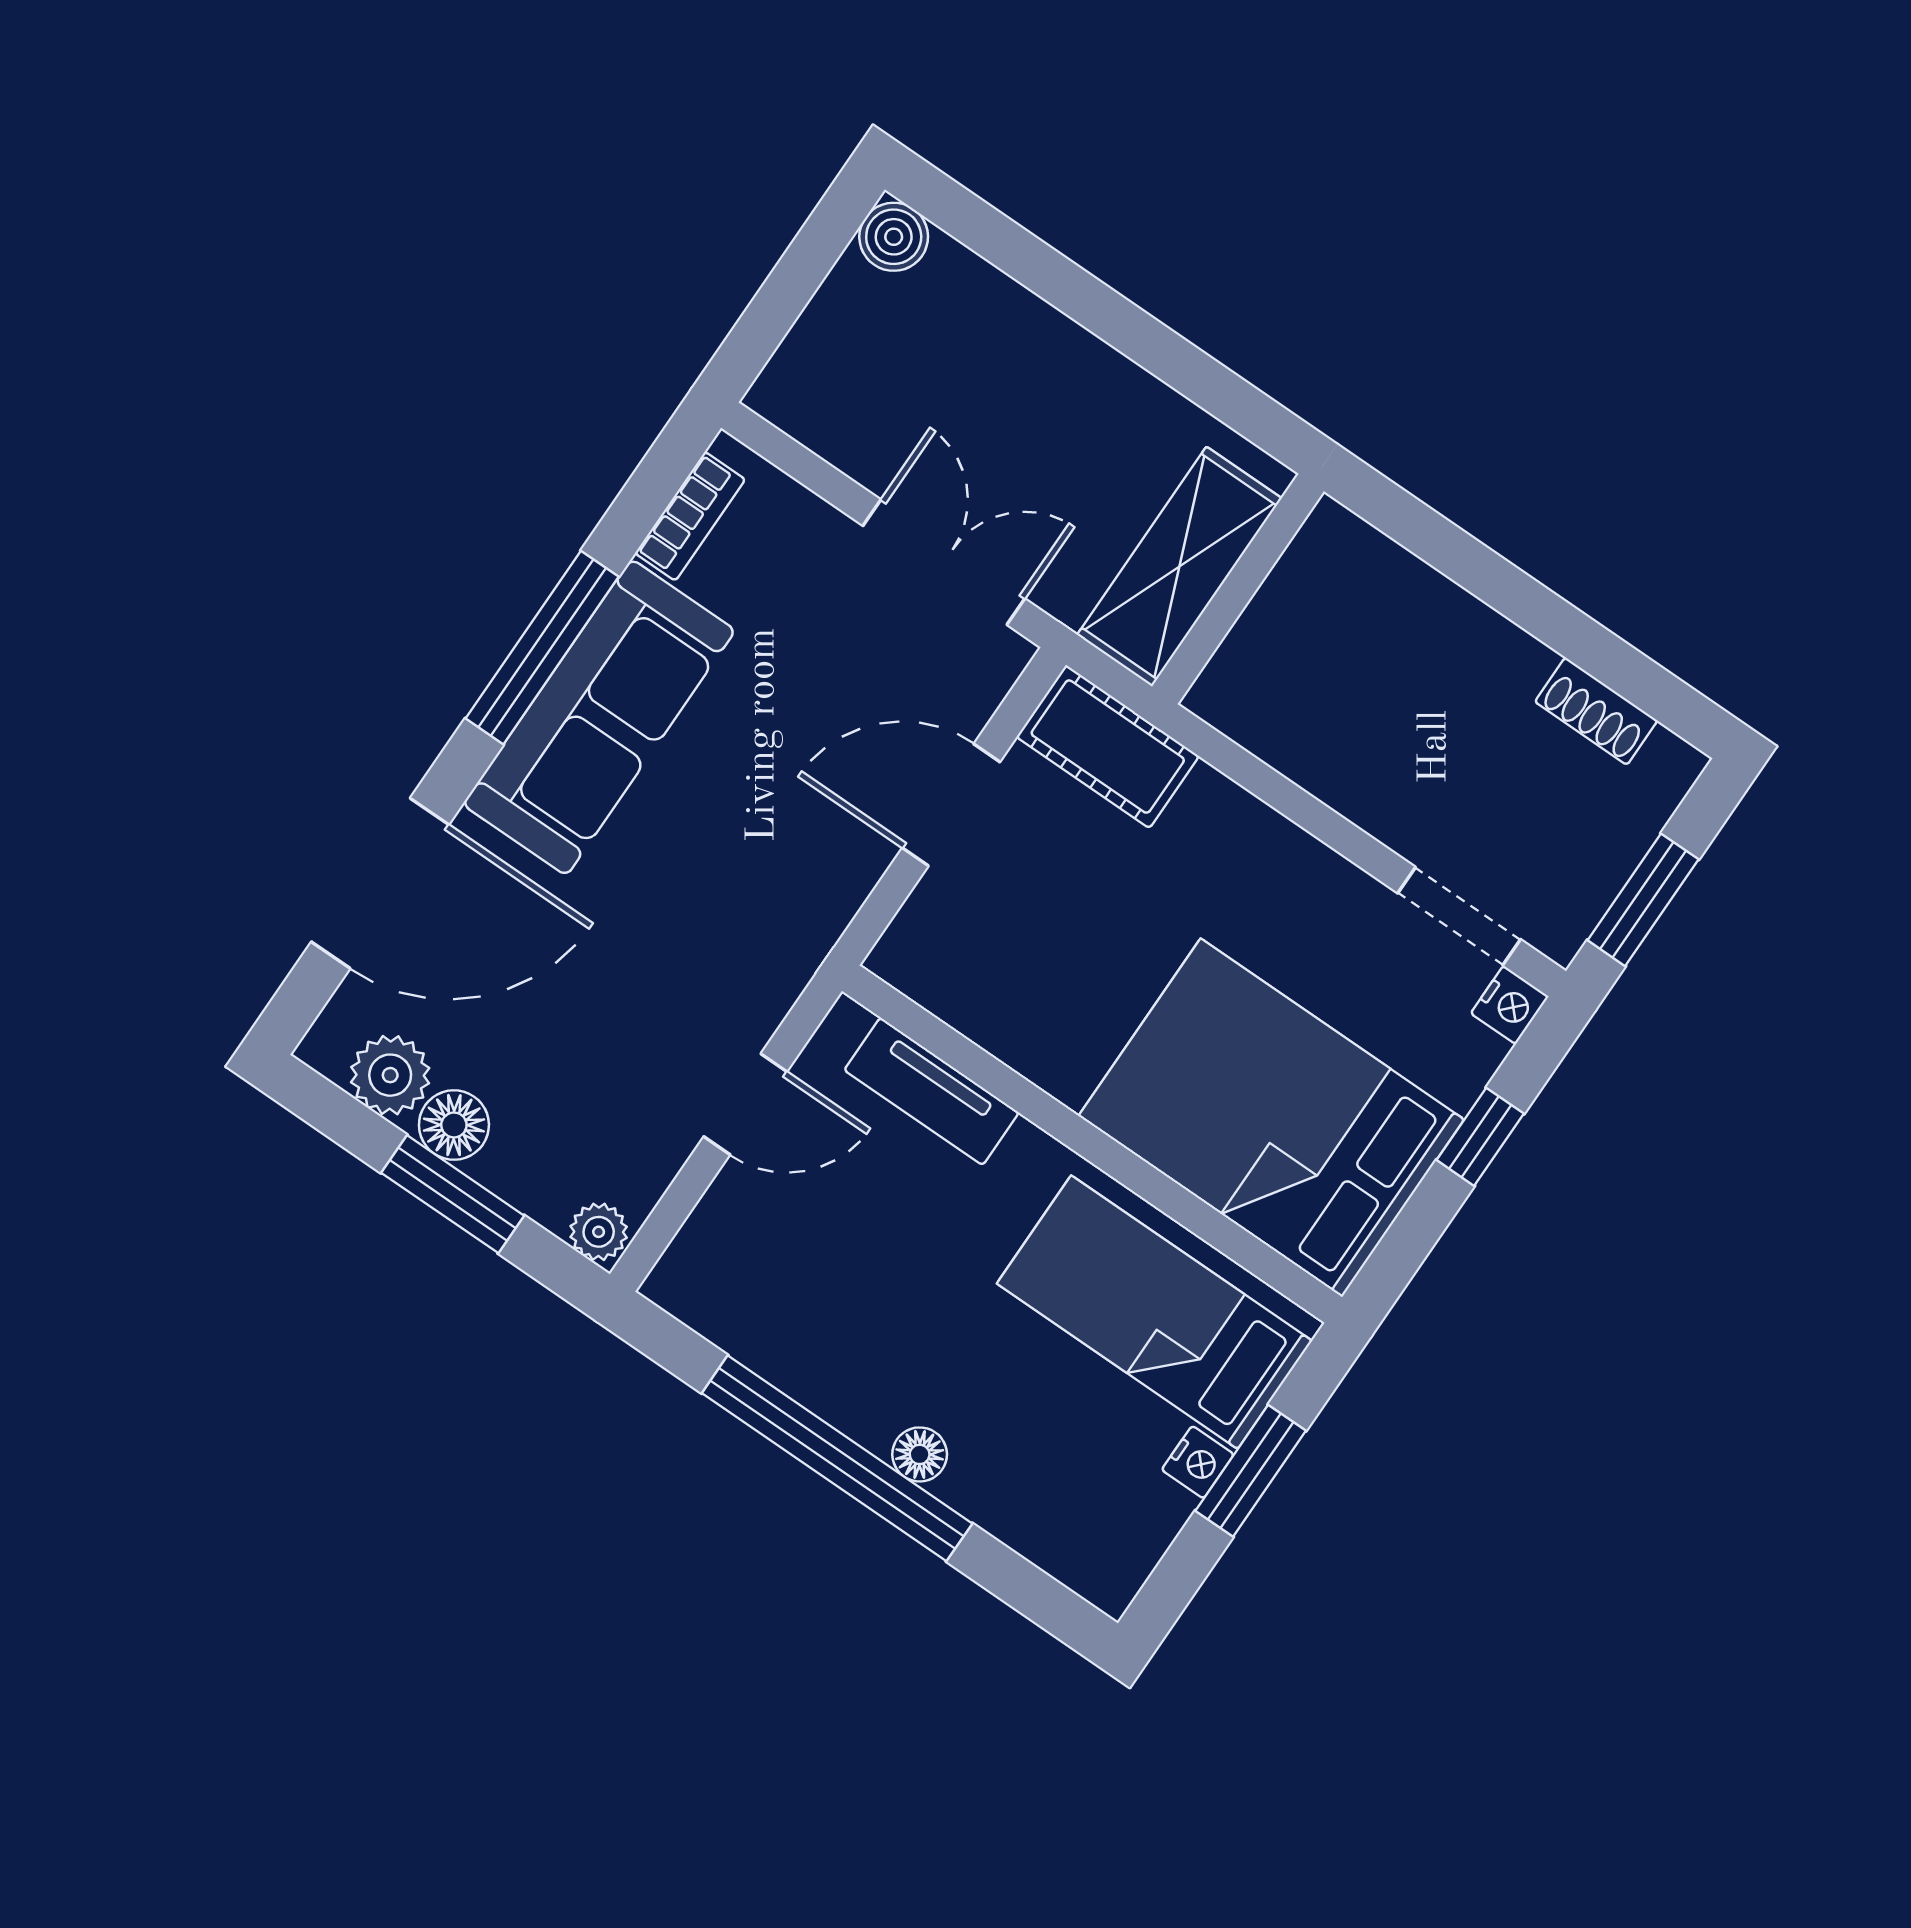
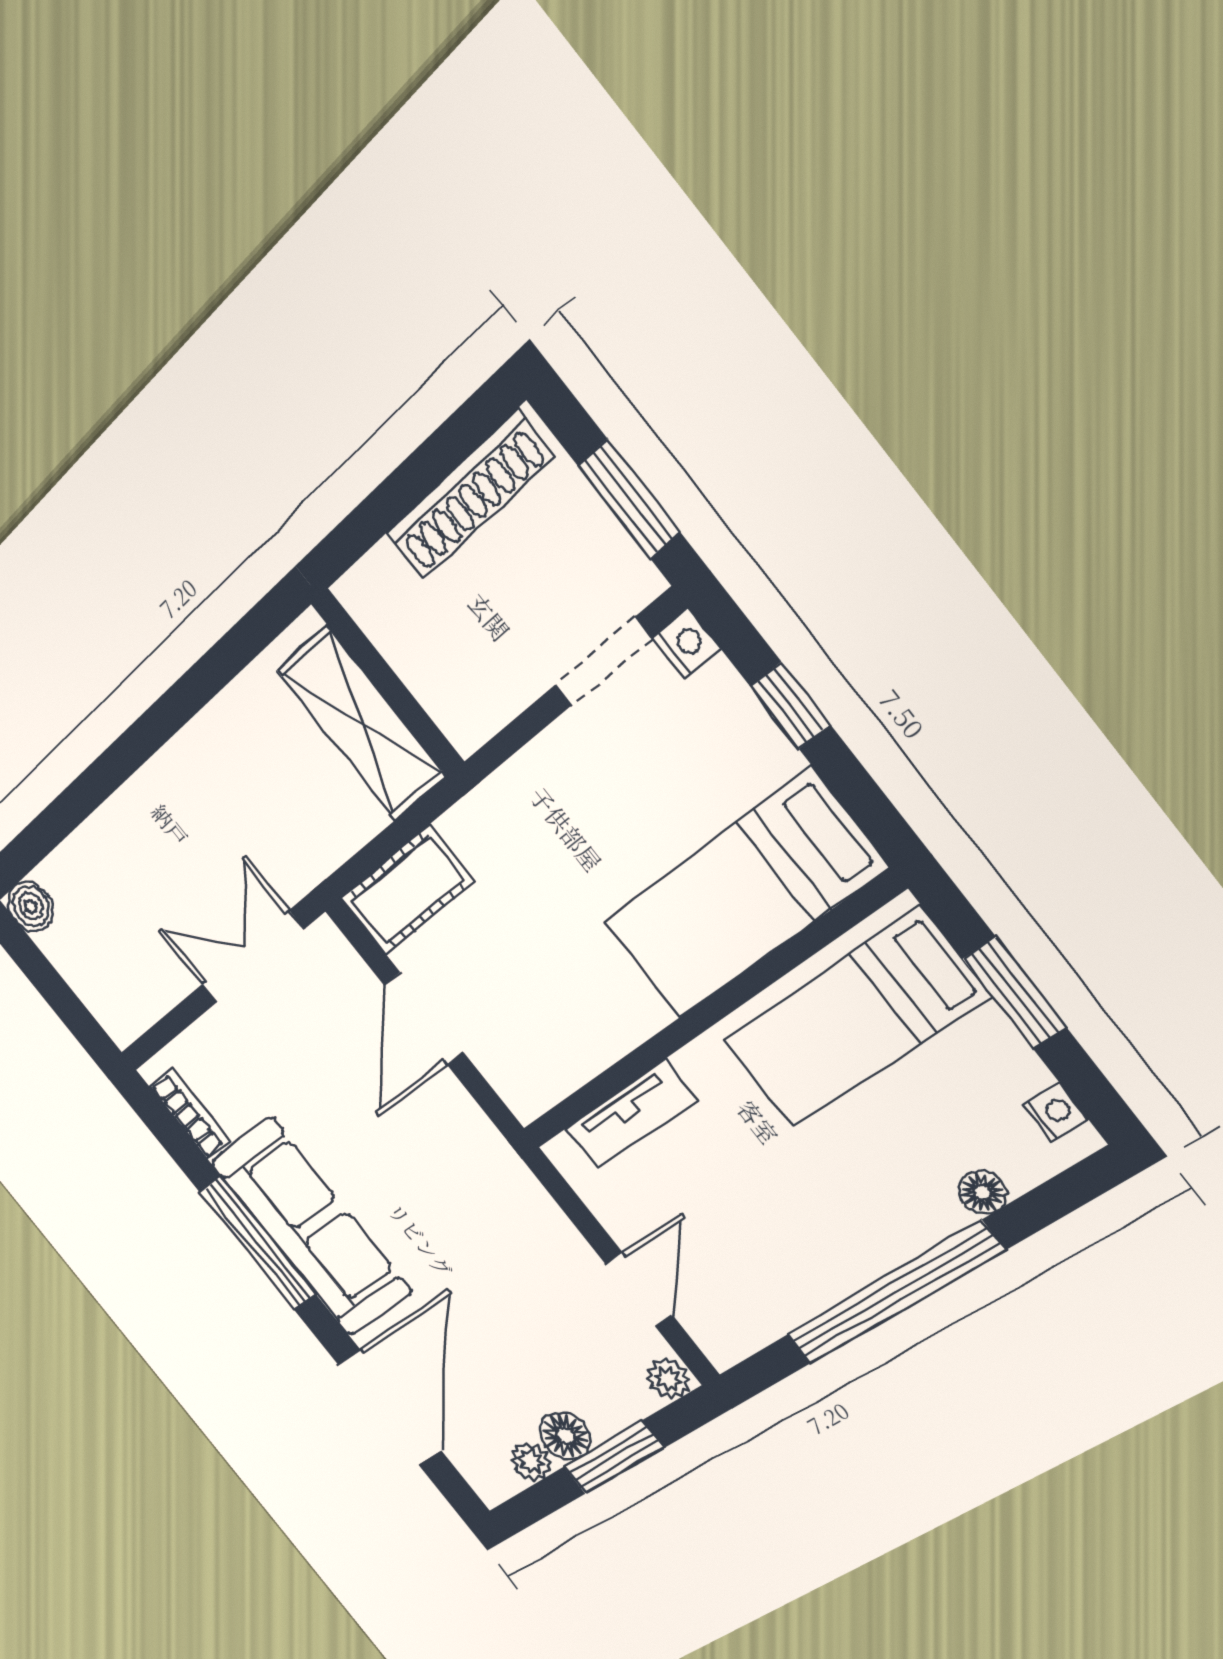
shelving: (1179, 567) -> (361, 723), moved
wall: (1238, 589) -> (388, 683), moved
shoe rack: (1596, 711) -> (469, 496), width x1.94, depth x1.24
plant: (390, 1075) -> (531, 1461), width x0.73, depth x0.73
door: (745, 1104) -> (639, 1290), moved
bed: (1271, 1118) -> (744, 895), width x0.67
floor lamp: (920, 1454) -> (982, 1192), moved
nightstand: (1198, 1462) -> (1055, 1112), moved

